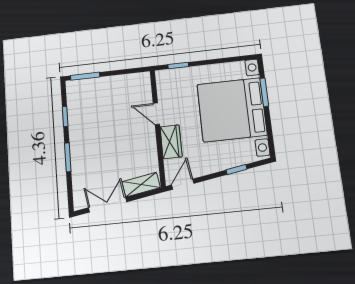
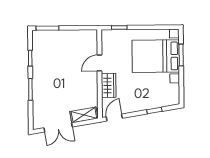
bed with nightstands: (232, 110) -> (156, 56), width x0.73
door: (156, 114) -> (100, 63), hinge flipped
double door: (108, 205) -> (58, 127), swing flipped

